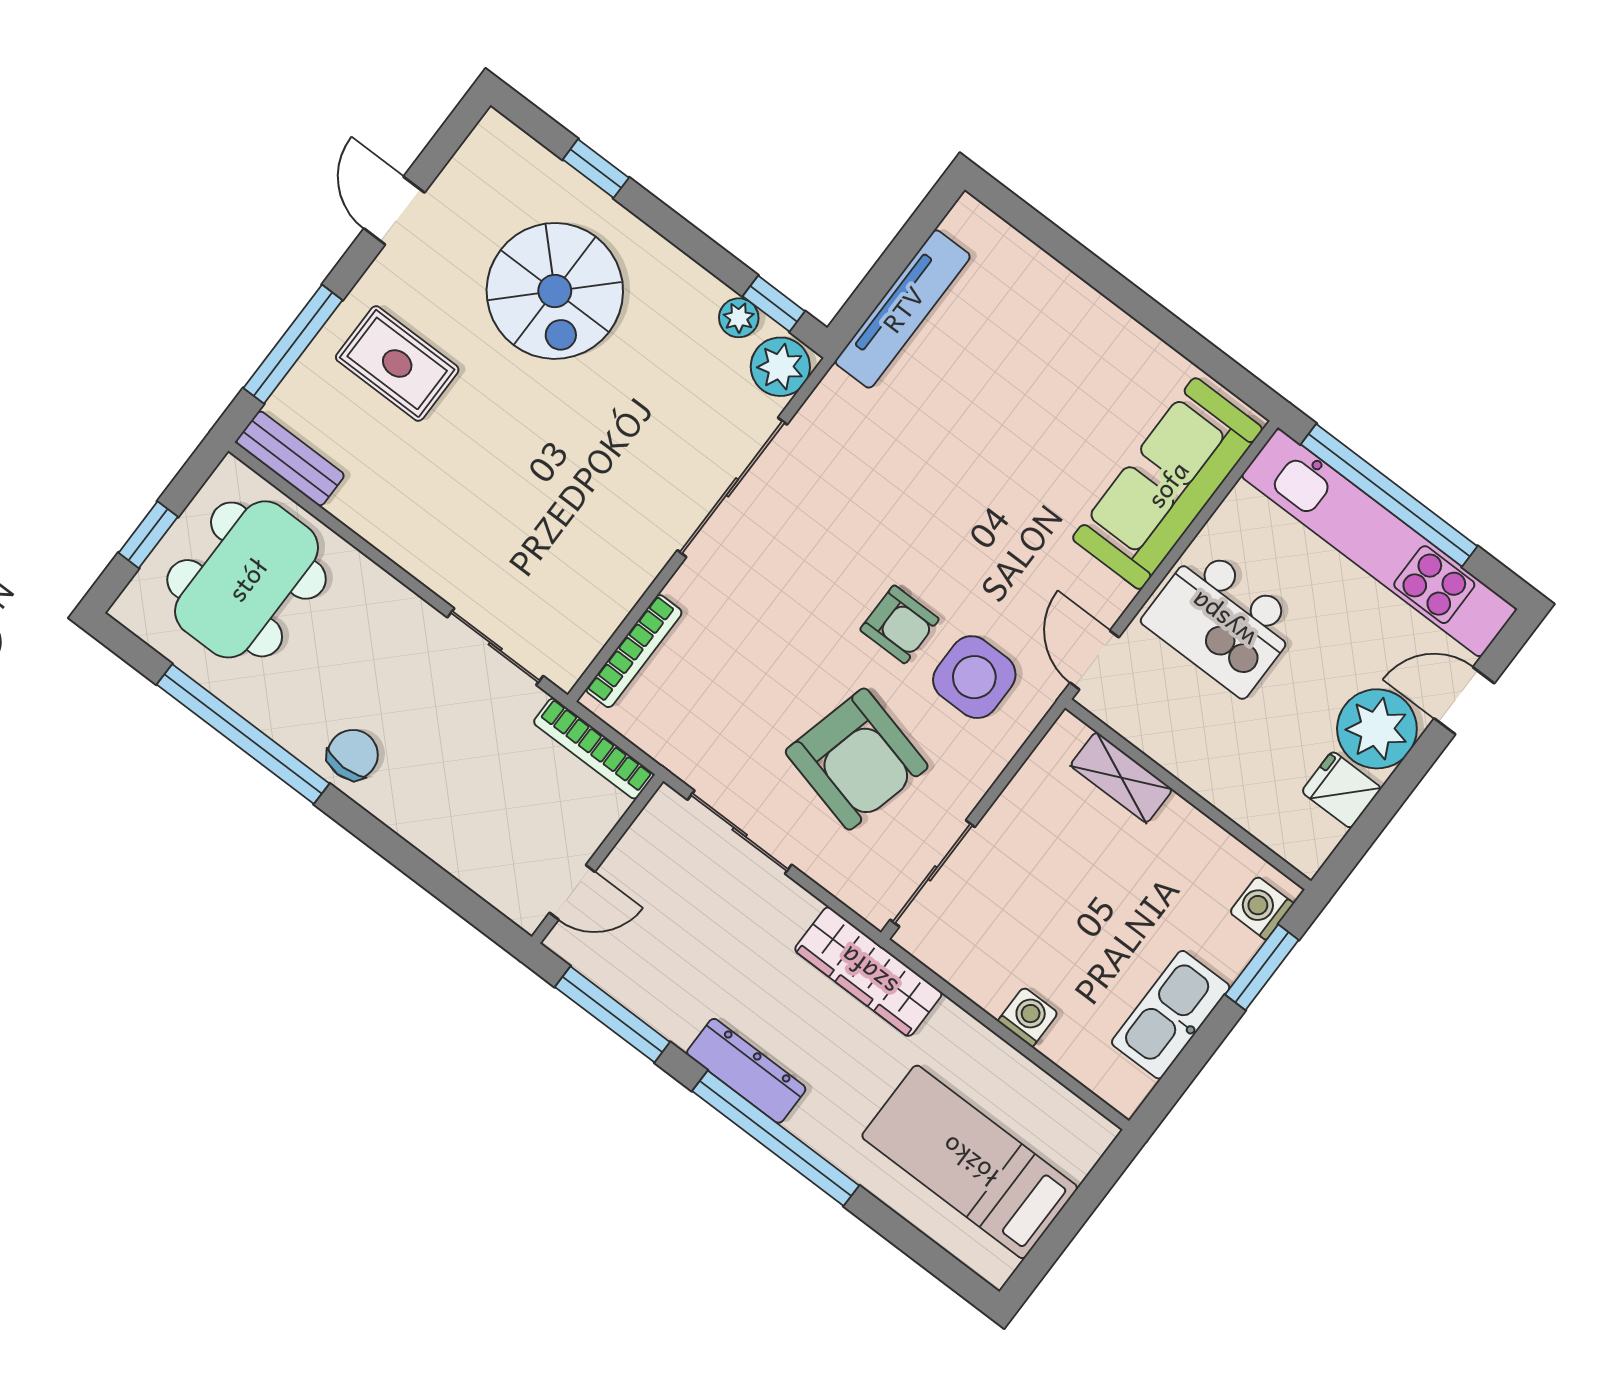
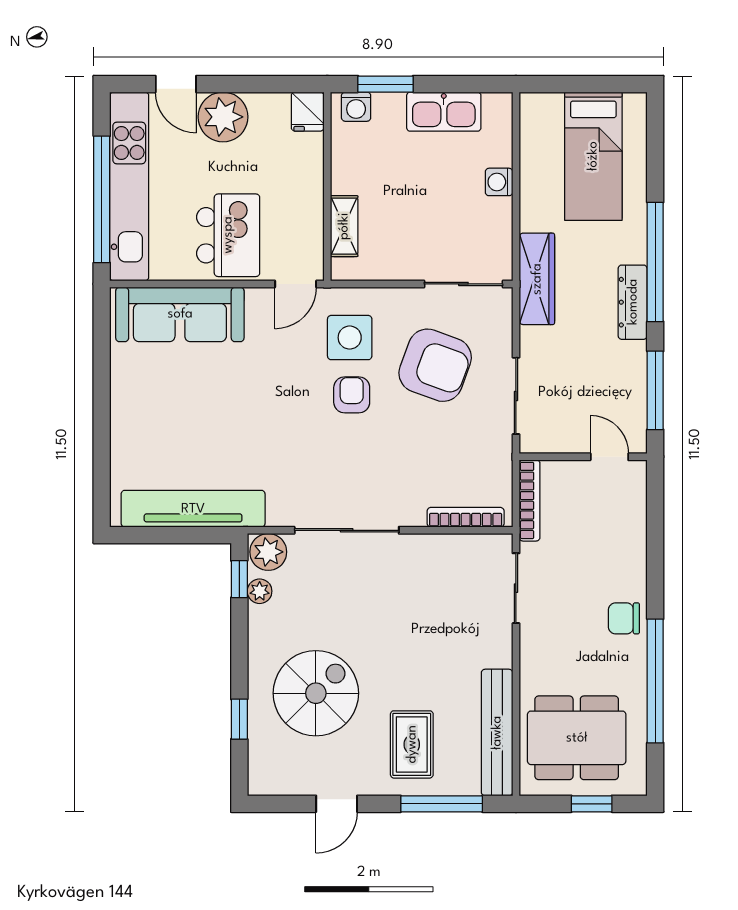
tv unit: (903, 309) -> (193, 509), width x1.36, depth x1.29
bench: (290, 459) -> (497, 733), width x1.86, depth x1.21
armchair: (857, 759) -> (435, 365), turned 96
fridge: (1341, 790) -> (308, 112), moved

